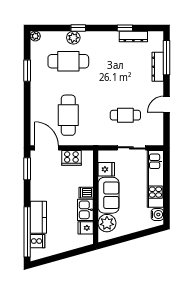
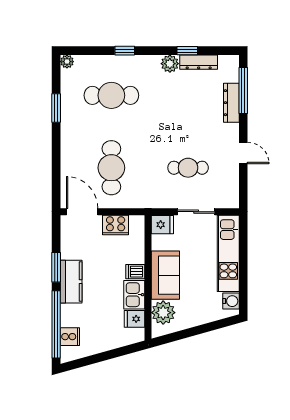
plant: (73, 38) -> (170, 64), moved
door: (167, 104) -> (243, 153), swing flipped
window: (27, 169) -> (56, 267), moved
fridge: (106, 169) -> (162, 225), moved
kitchen counter: (38, 217) -> (71, 282), moved

